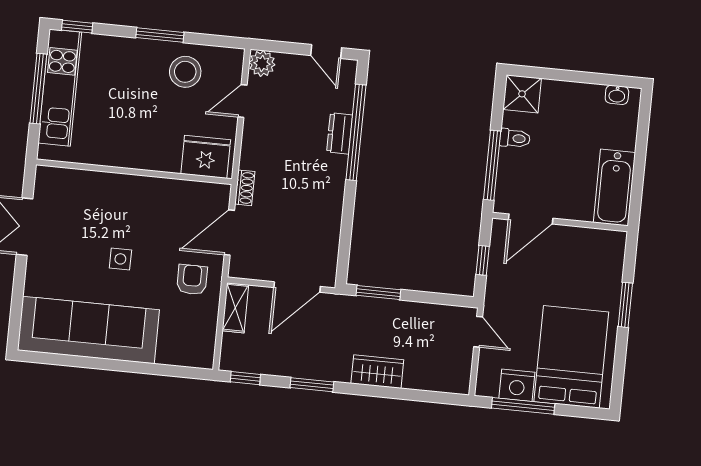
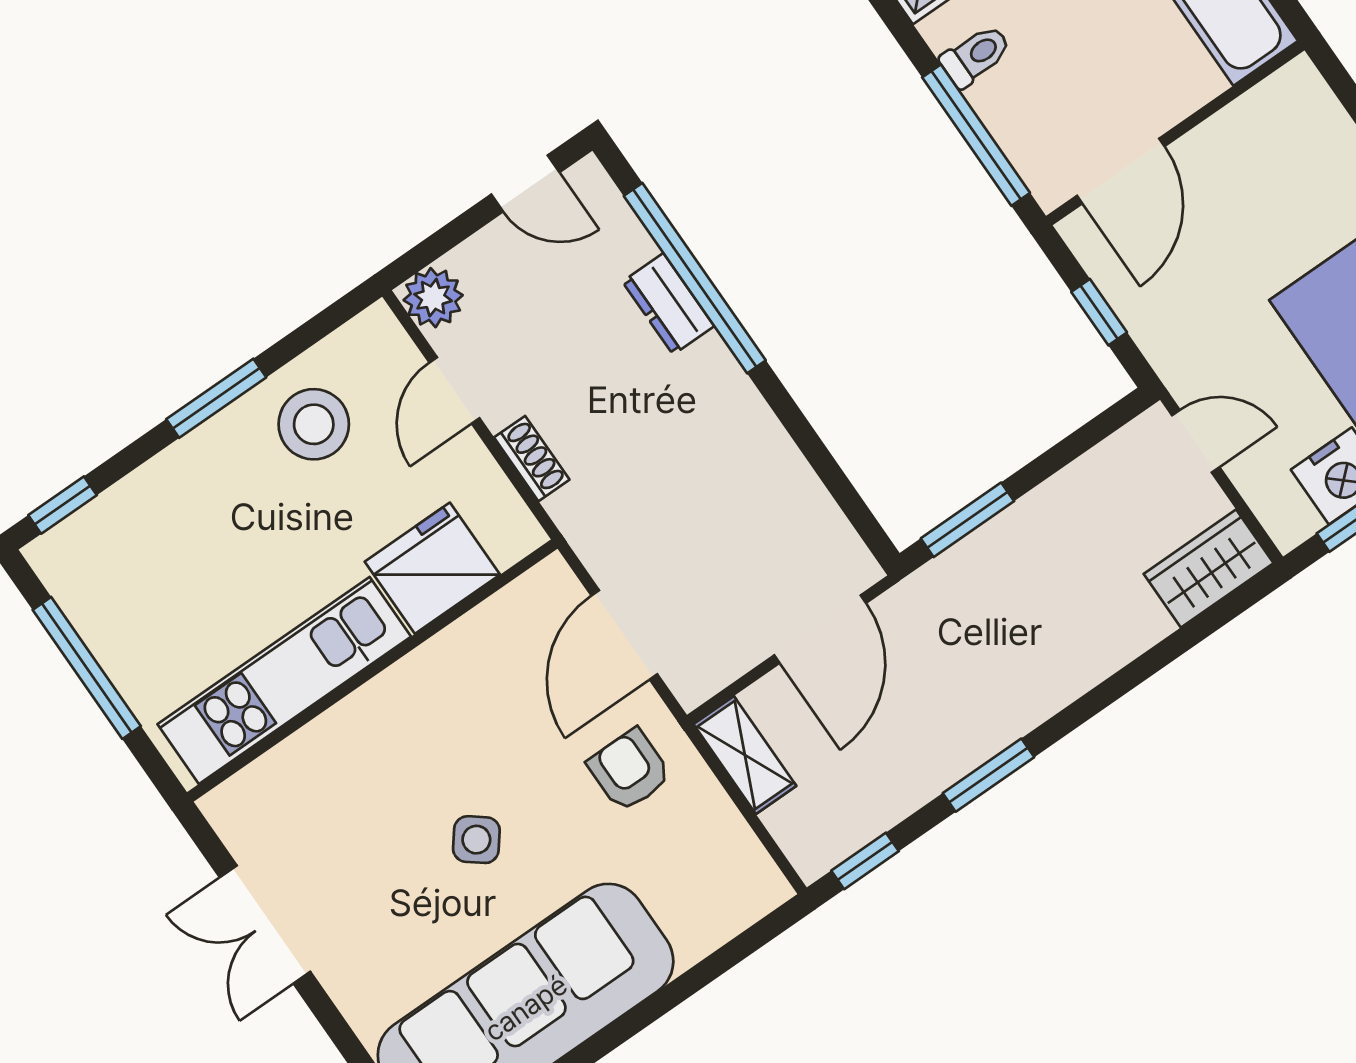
kitchen unit: (60, 88) -> (284, 680), moved, turned -90
fridge: (206, 157) -> (432, 568), moved
shoe rack: (245, 188) -> (532, 459), moved
side table: (120, 259) -> (476, 840), turned 38
wardrobe: (377, 372) -> (1209, 568), moved

